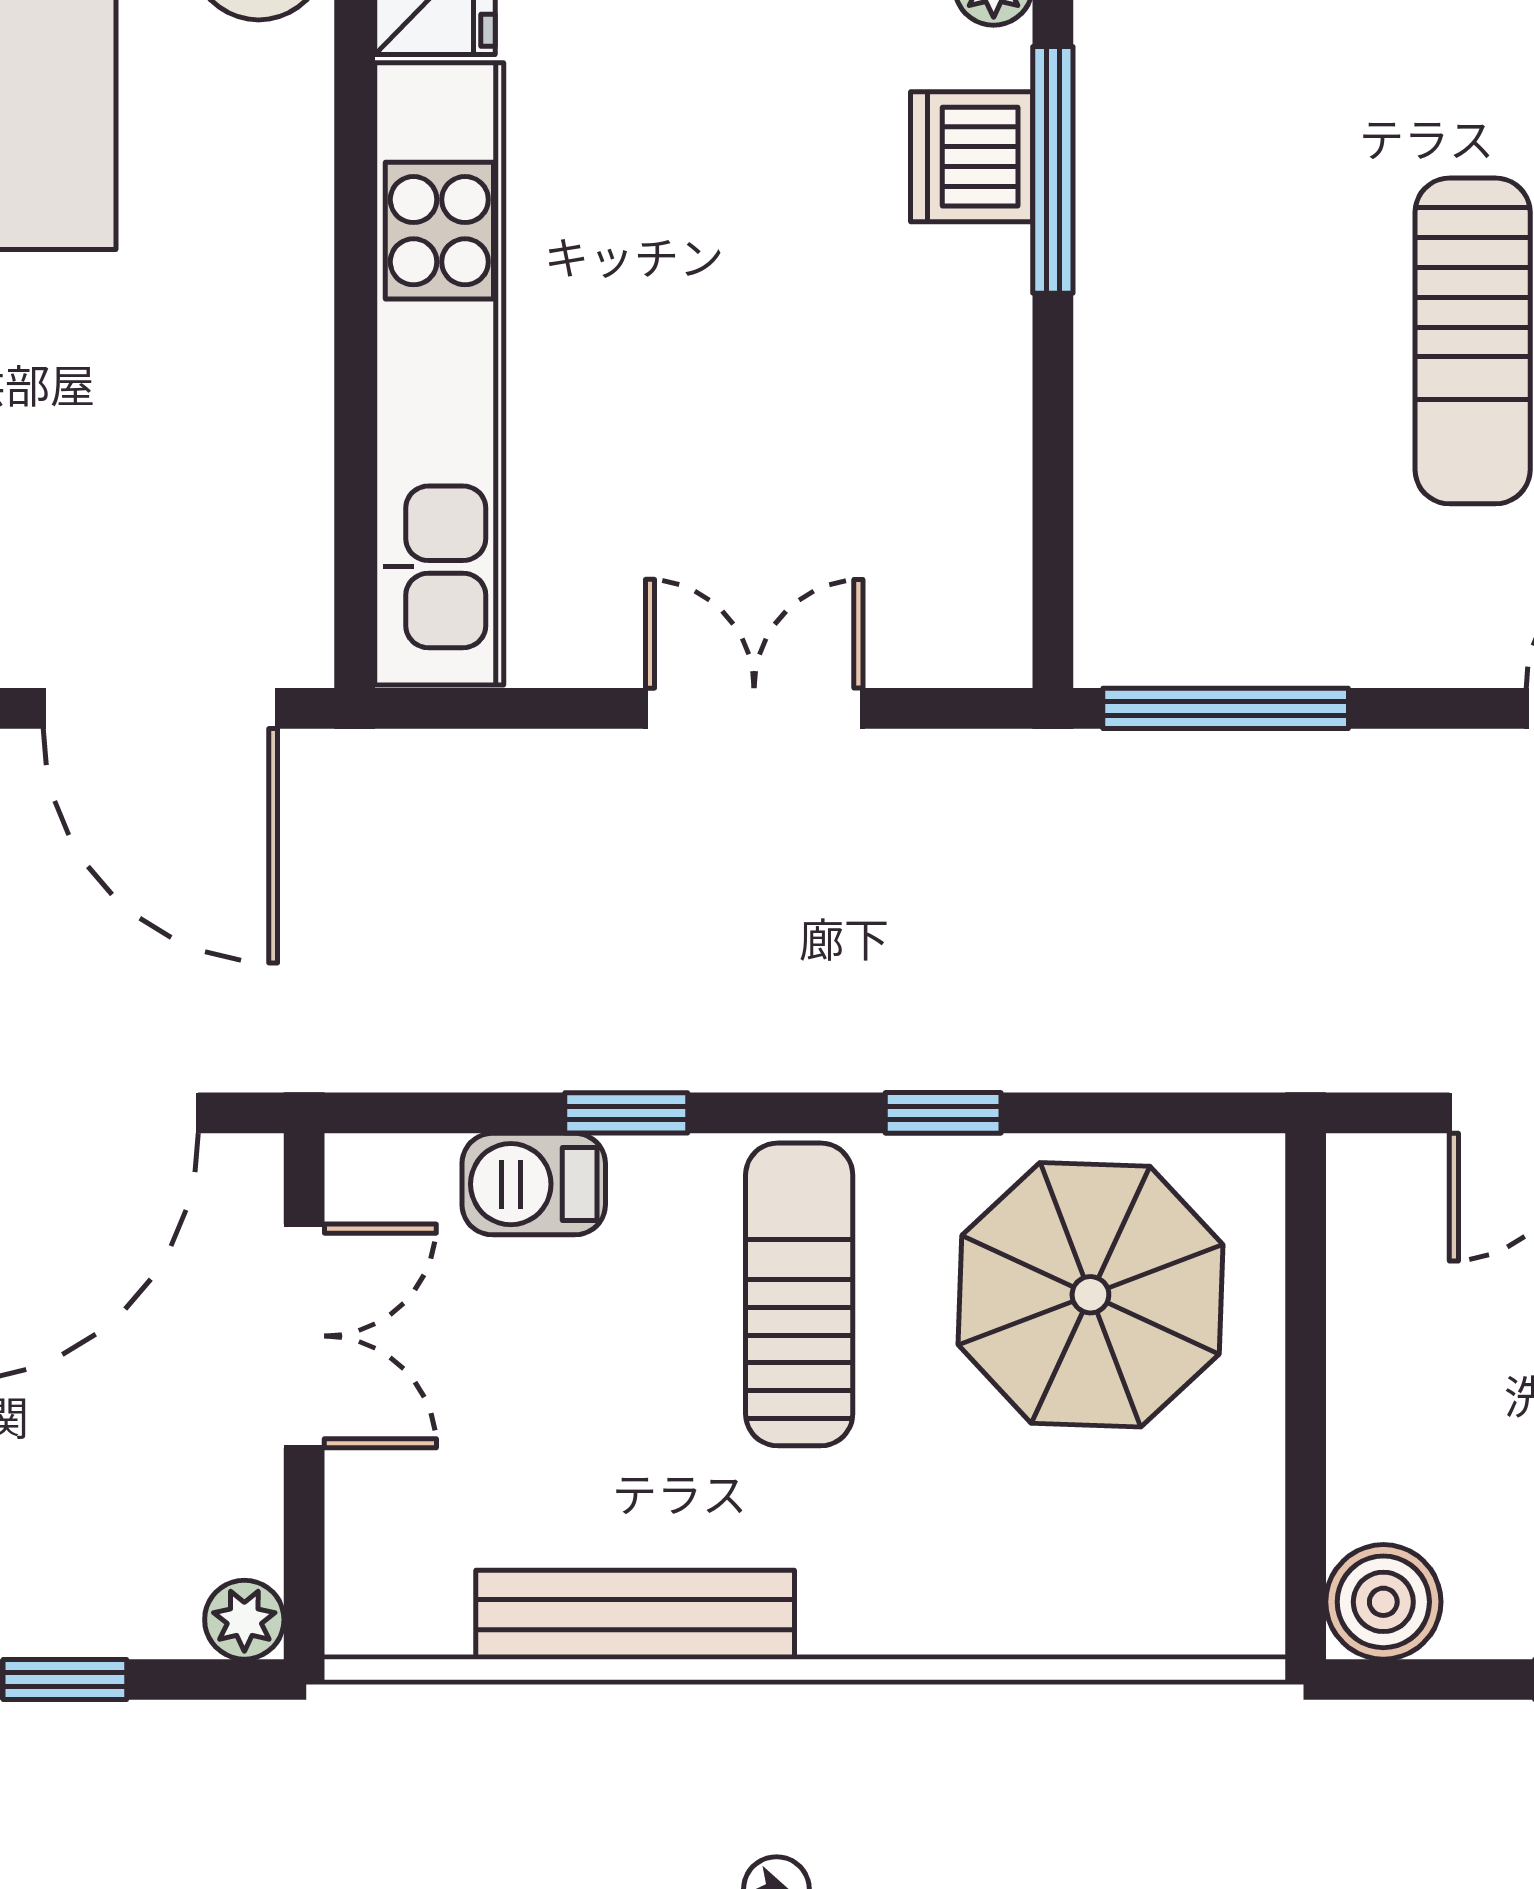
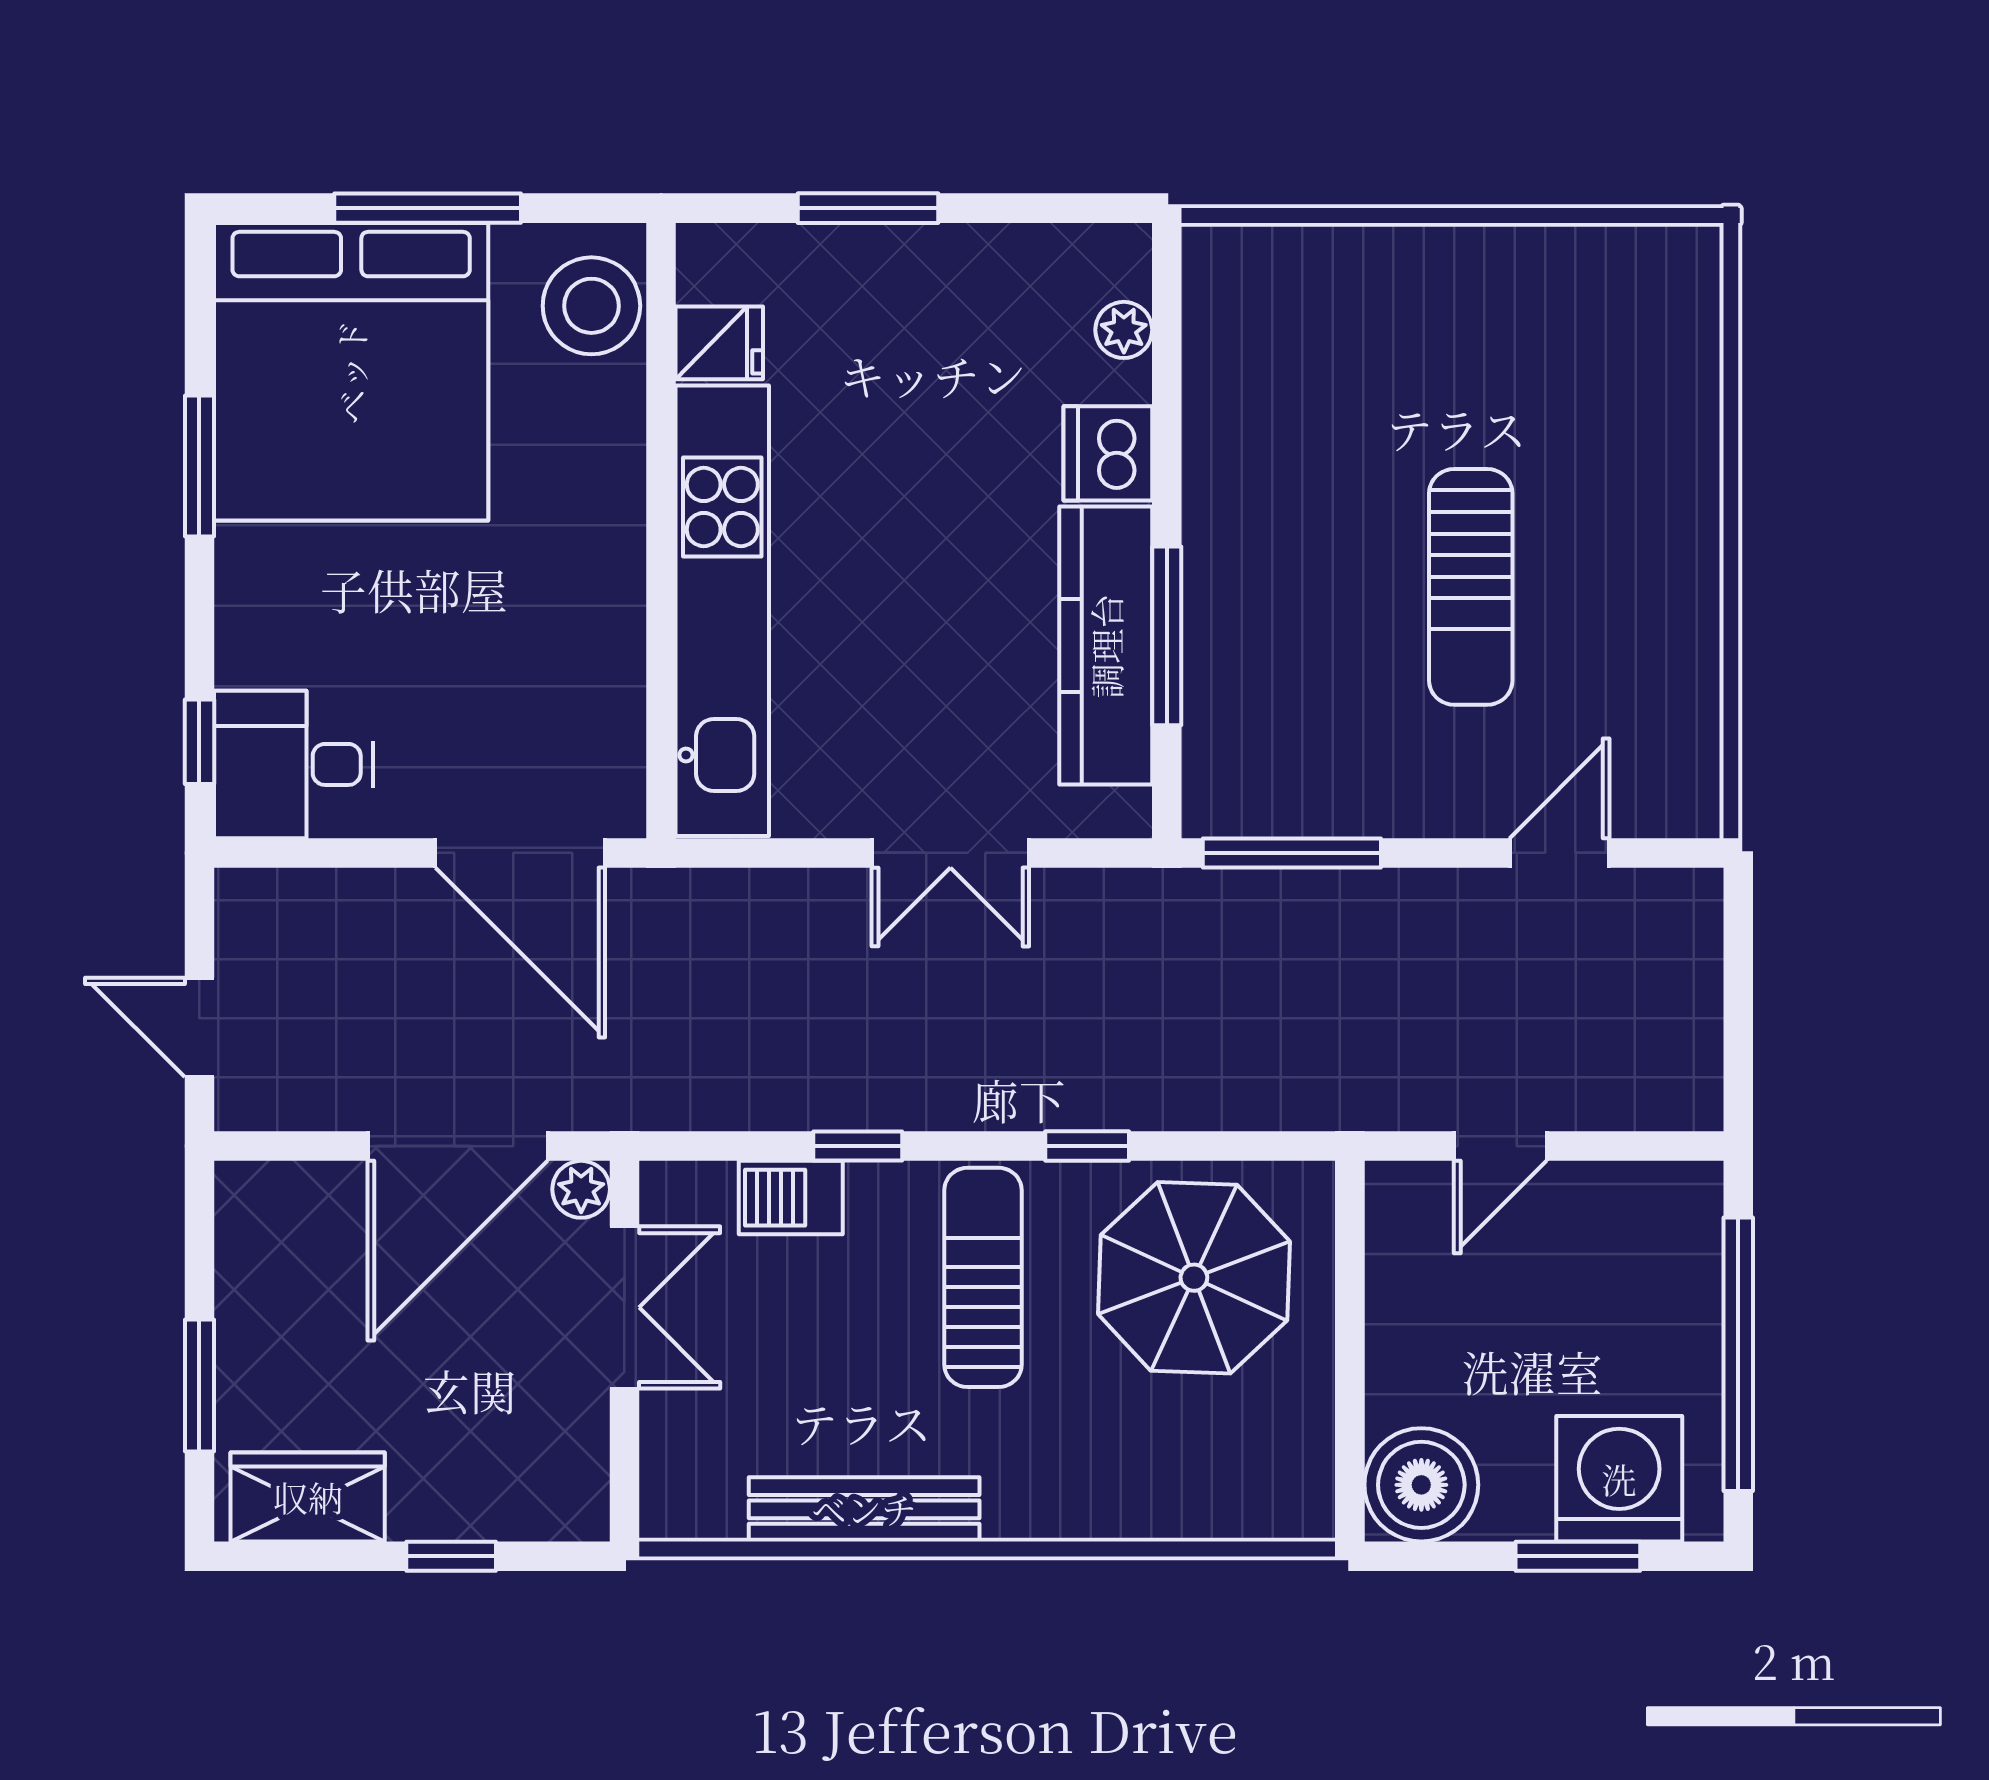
window: (1053, 170) -> (1167, 636), moved
kitchen counter: (969, 422) -> (1106, 646), added
double door: (754, 708) -> (950, 853), swing flipped
boiler: (1383, 1602) -> (1421, 1485), width x1.37, depth x1.37
plant: (244, 1620) -> (581, 1189), moved

